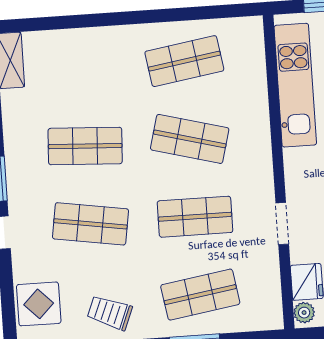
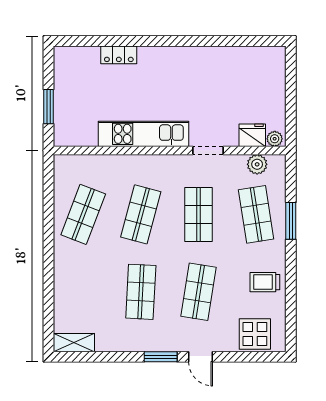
shop shelf: (184, 61) -> (83, 214), turned 30
kitchen unit: (295, 85) -> (143, 134), moved
plant: (268, 291) -> (257, 164), added
trolley: (110, 313) -> (265, 282), turned 68

